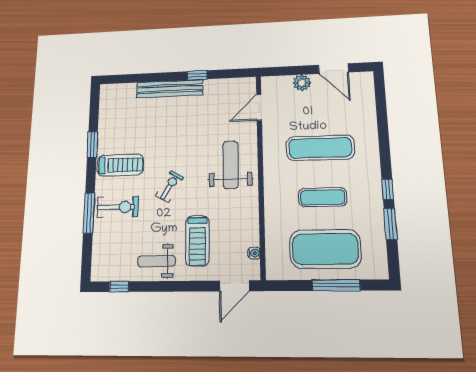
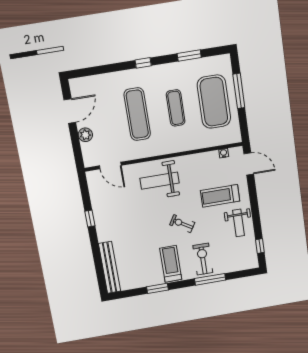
bench: (170, 89) -> (110, 267), moved
window: (388, 189) -> (143, 63), moved
treadmill: (197, 241) -> (220, 196), turned 180

